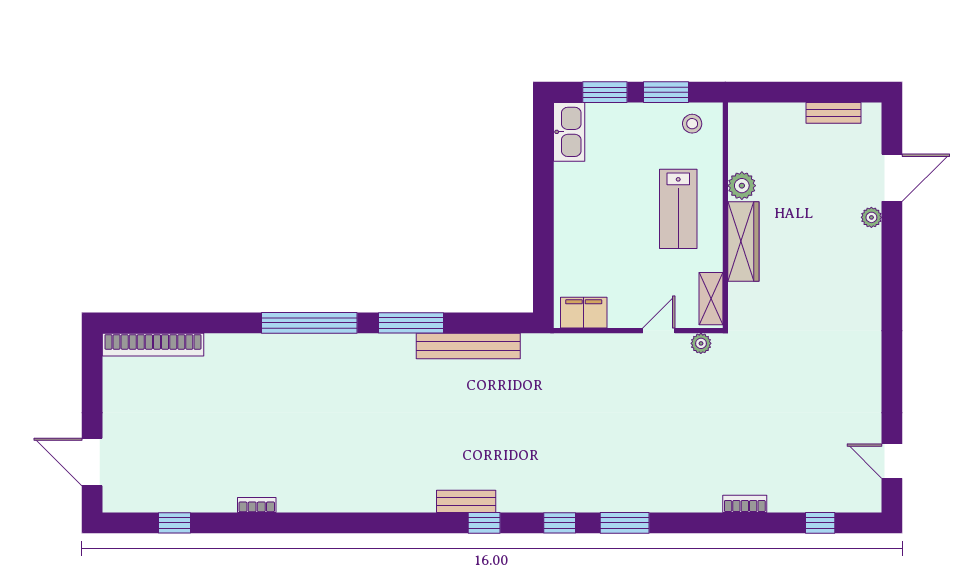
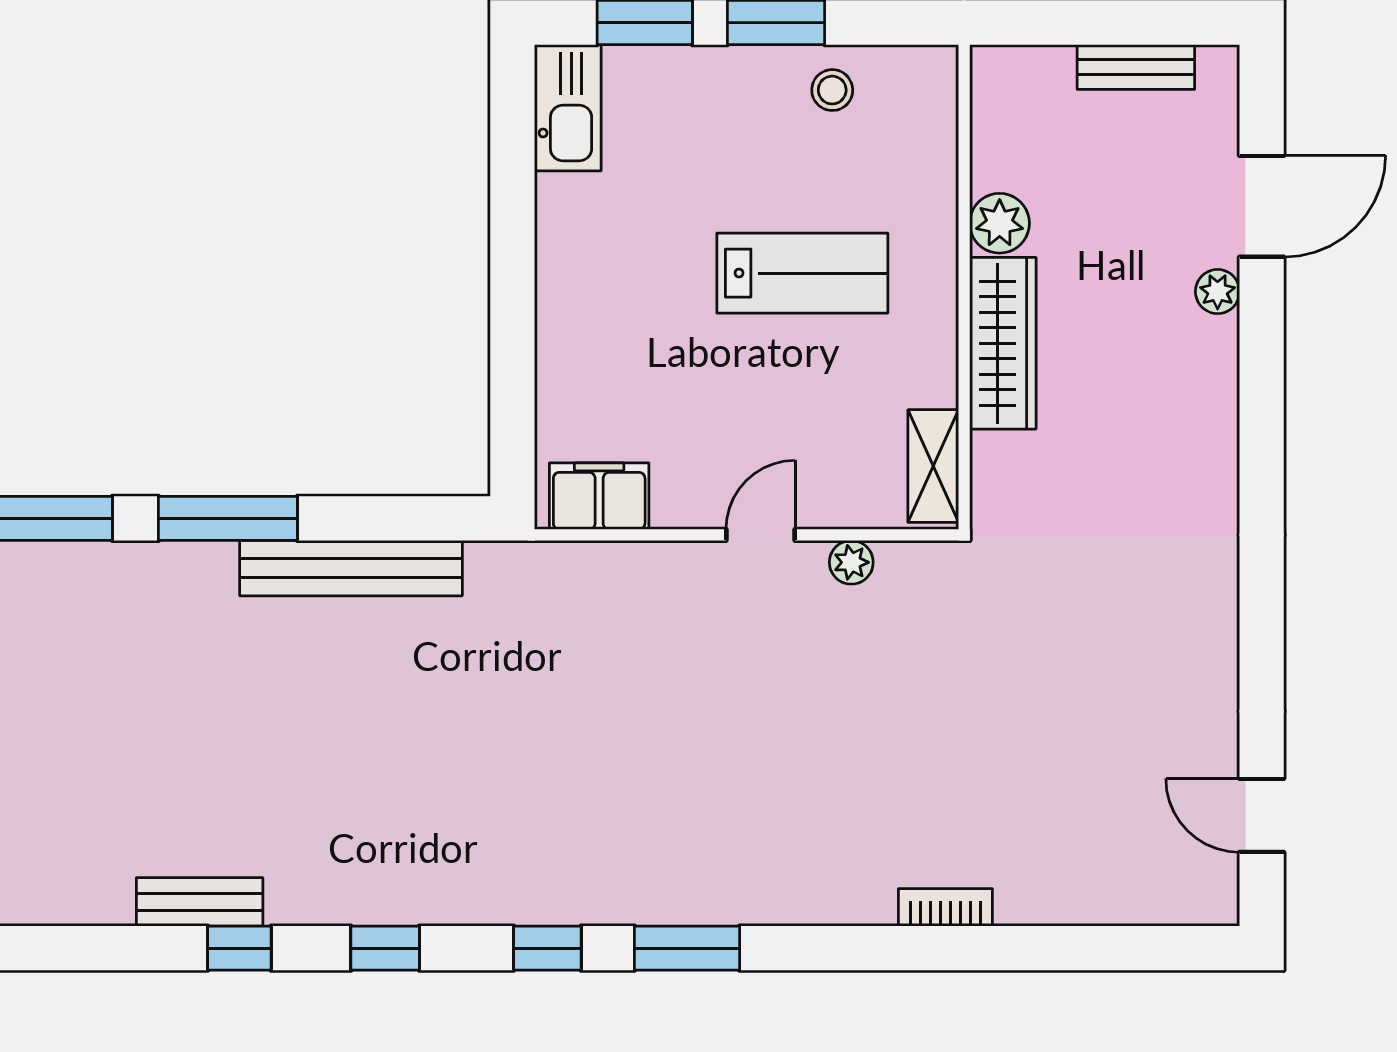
plant: (742, 186) -> (1000, 223), moved
lab bench: (678, 209) -> (802, 273), turned -90
wall: (725, 215) -> (964, 287), moved
wardrobe: (743, 241) -> (1003, 343), moved
shelving: (711, 299) -> (933, 466), moved
bench: (466, 501) -> (200, 902), moved
window: (820, 523) -> (239, 948), moved

